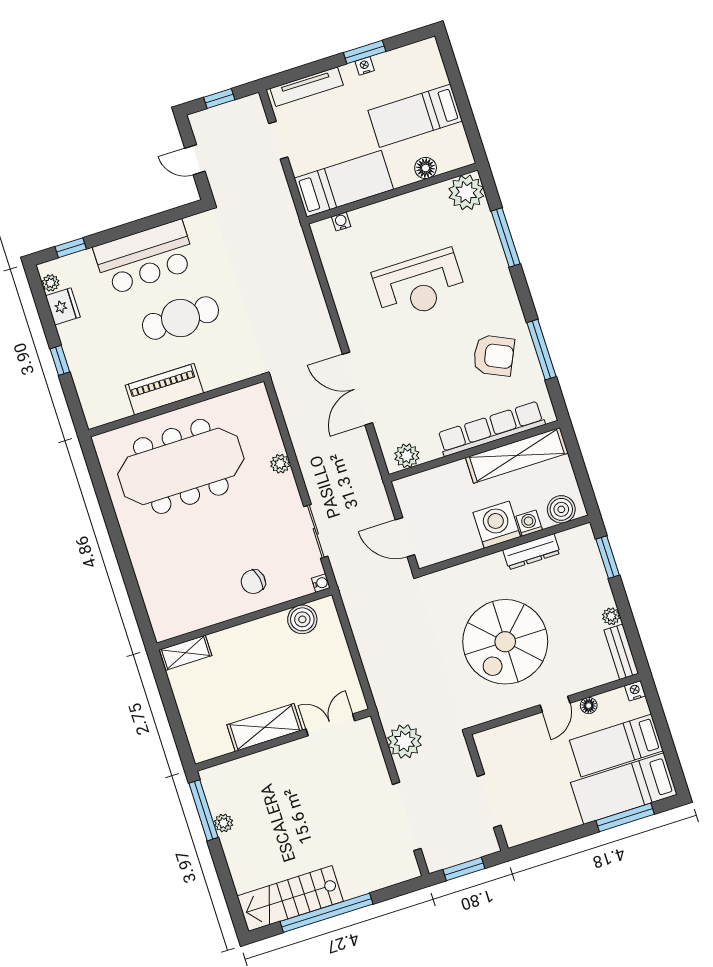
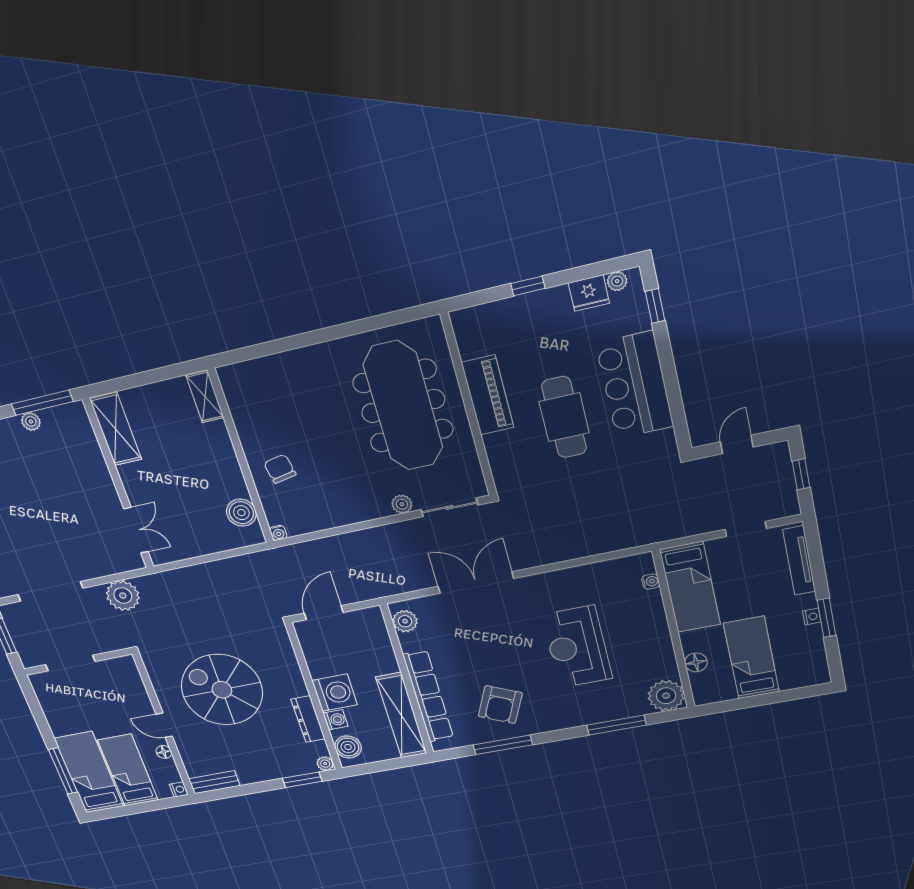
sliding door: (316, 531) -> (450, 507), moved
plant: (611, 616) -> (325, 764), moved
shelving: (265, 727) -> (116, 429), moved

